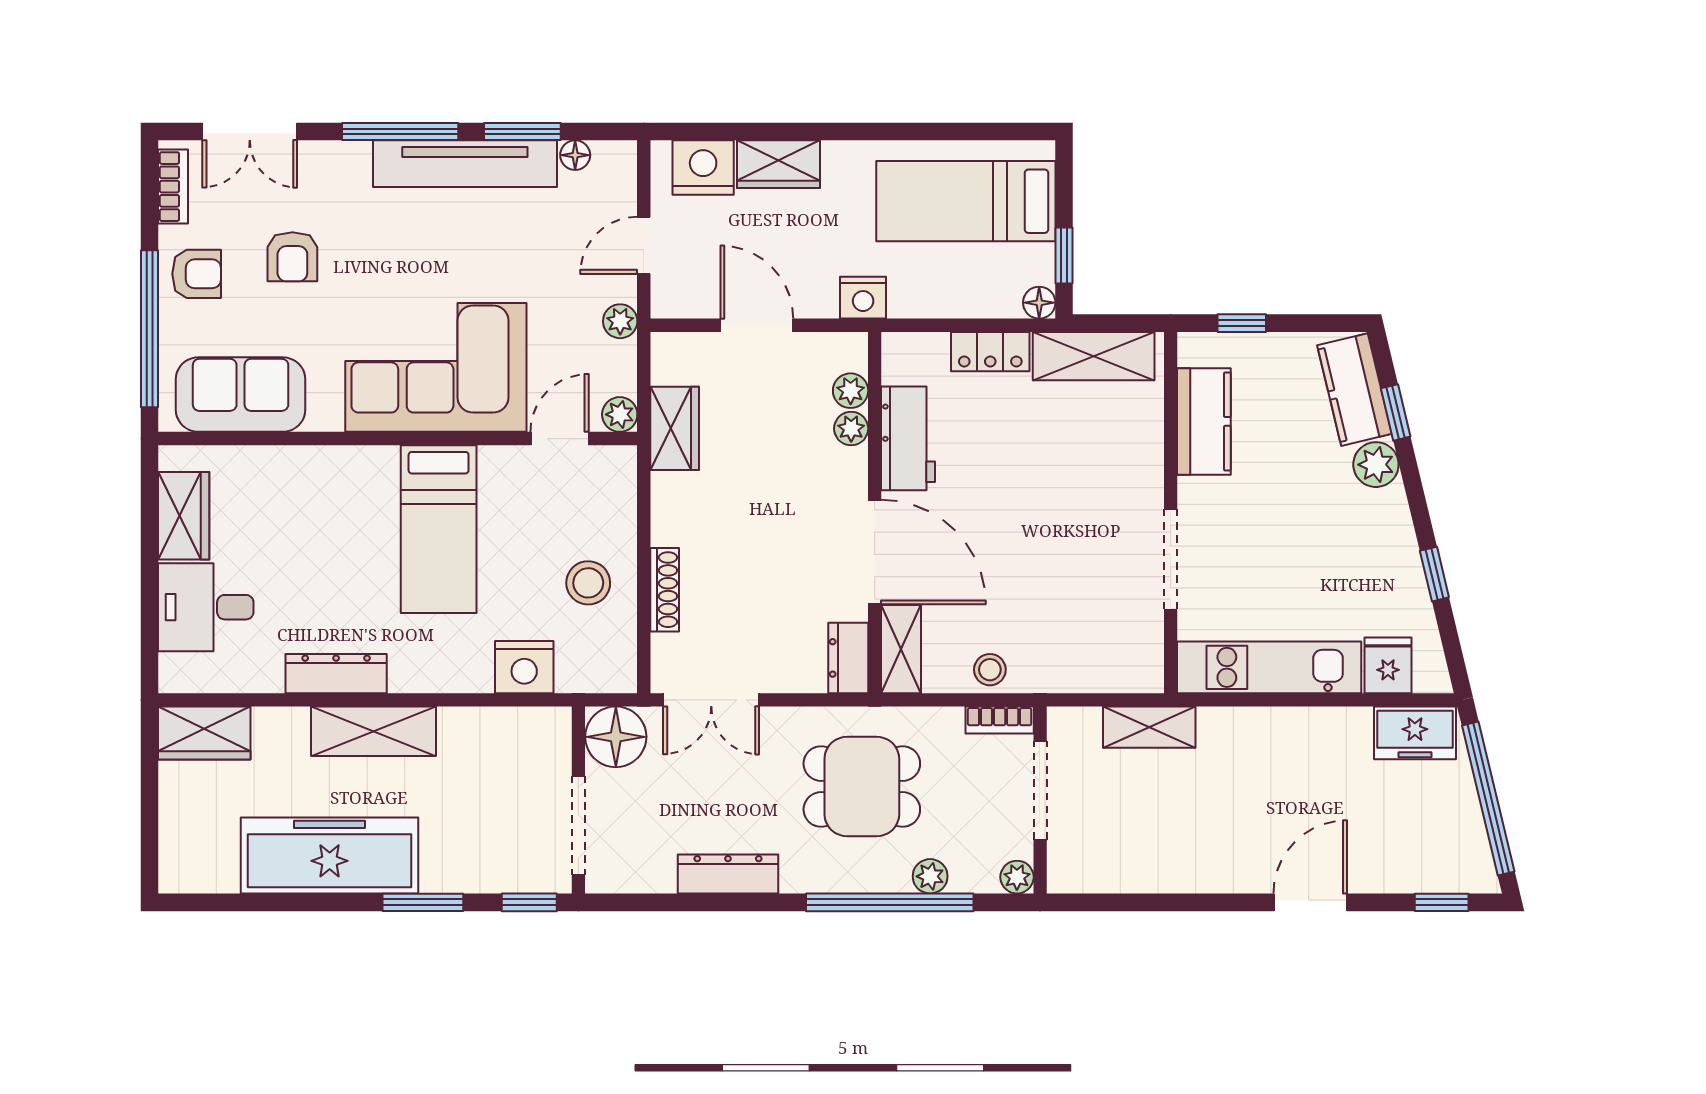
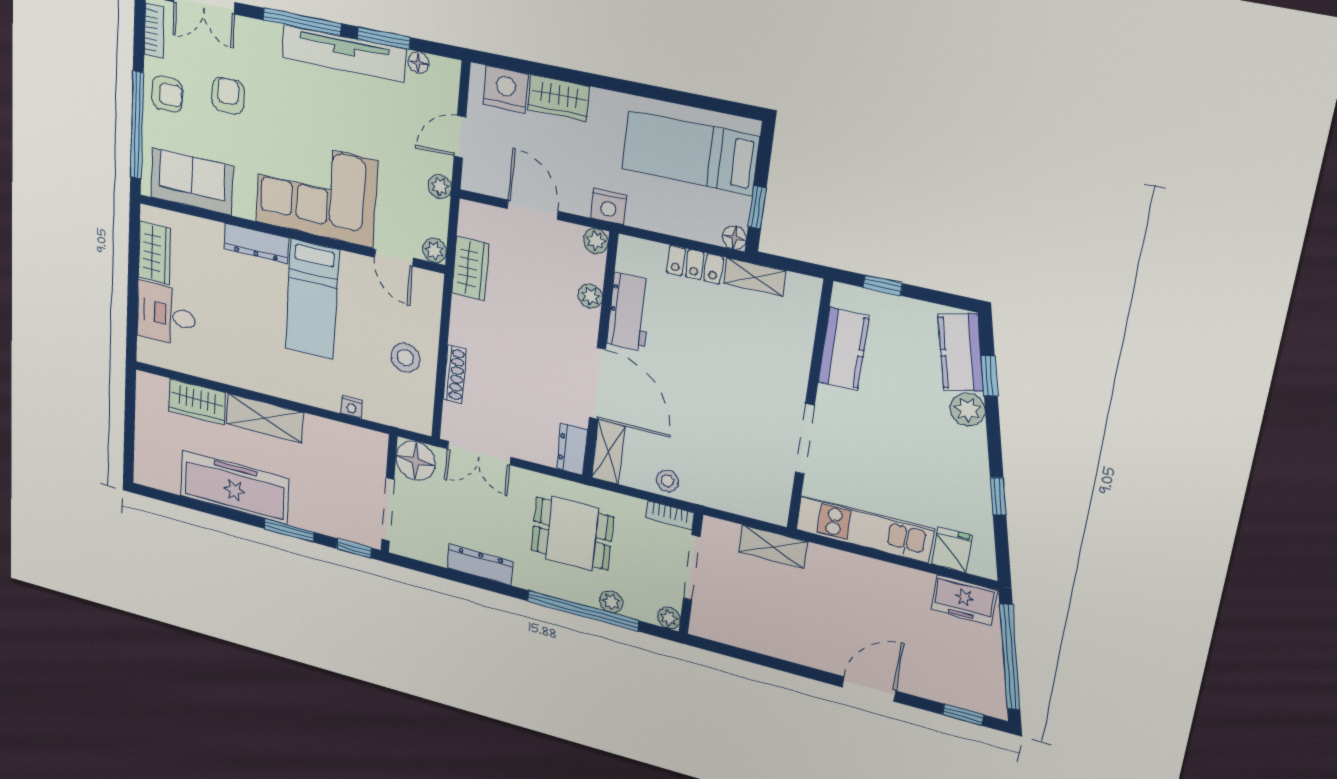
armchair: (292, 257) -> (228, 95), turned 180
shelving: (1094, 356) -> (755, 277), width x0.67, depth x0.75
plant: (851, 391) -> (596, 241), moved
door: (560, 439) -> (394, 258), swing flipped
nightstand: (524, 667) -> (351, 407), width x0.53, depth x0.56
dresser: (336, 674) -> (256, 243), moved, turned 180
wardrobe: (204, 733) -> (197, 402), moved

